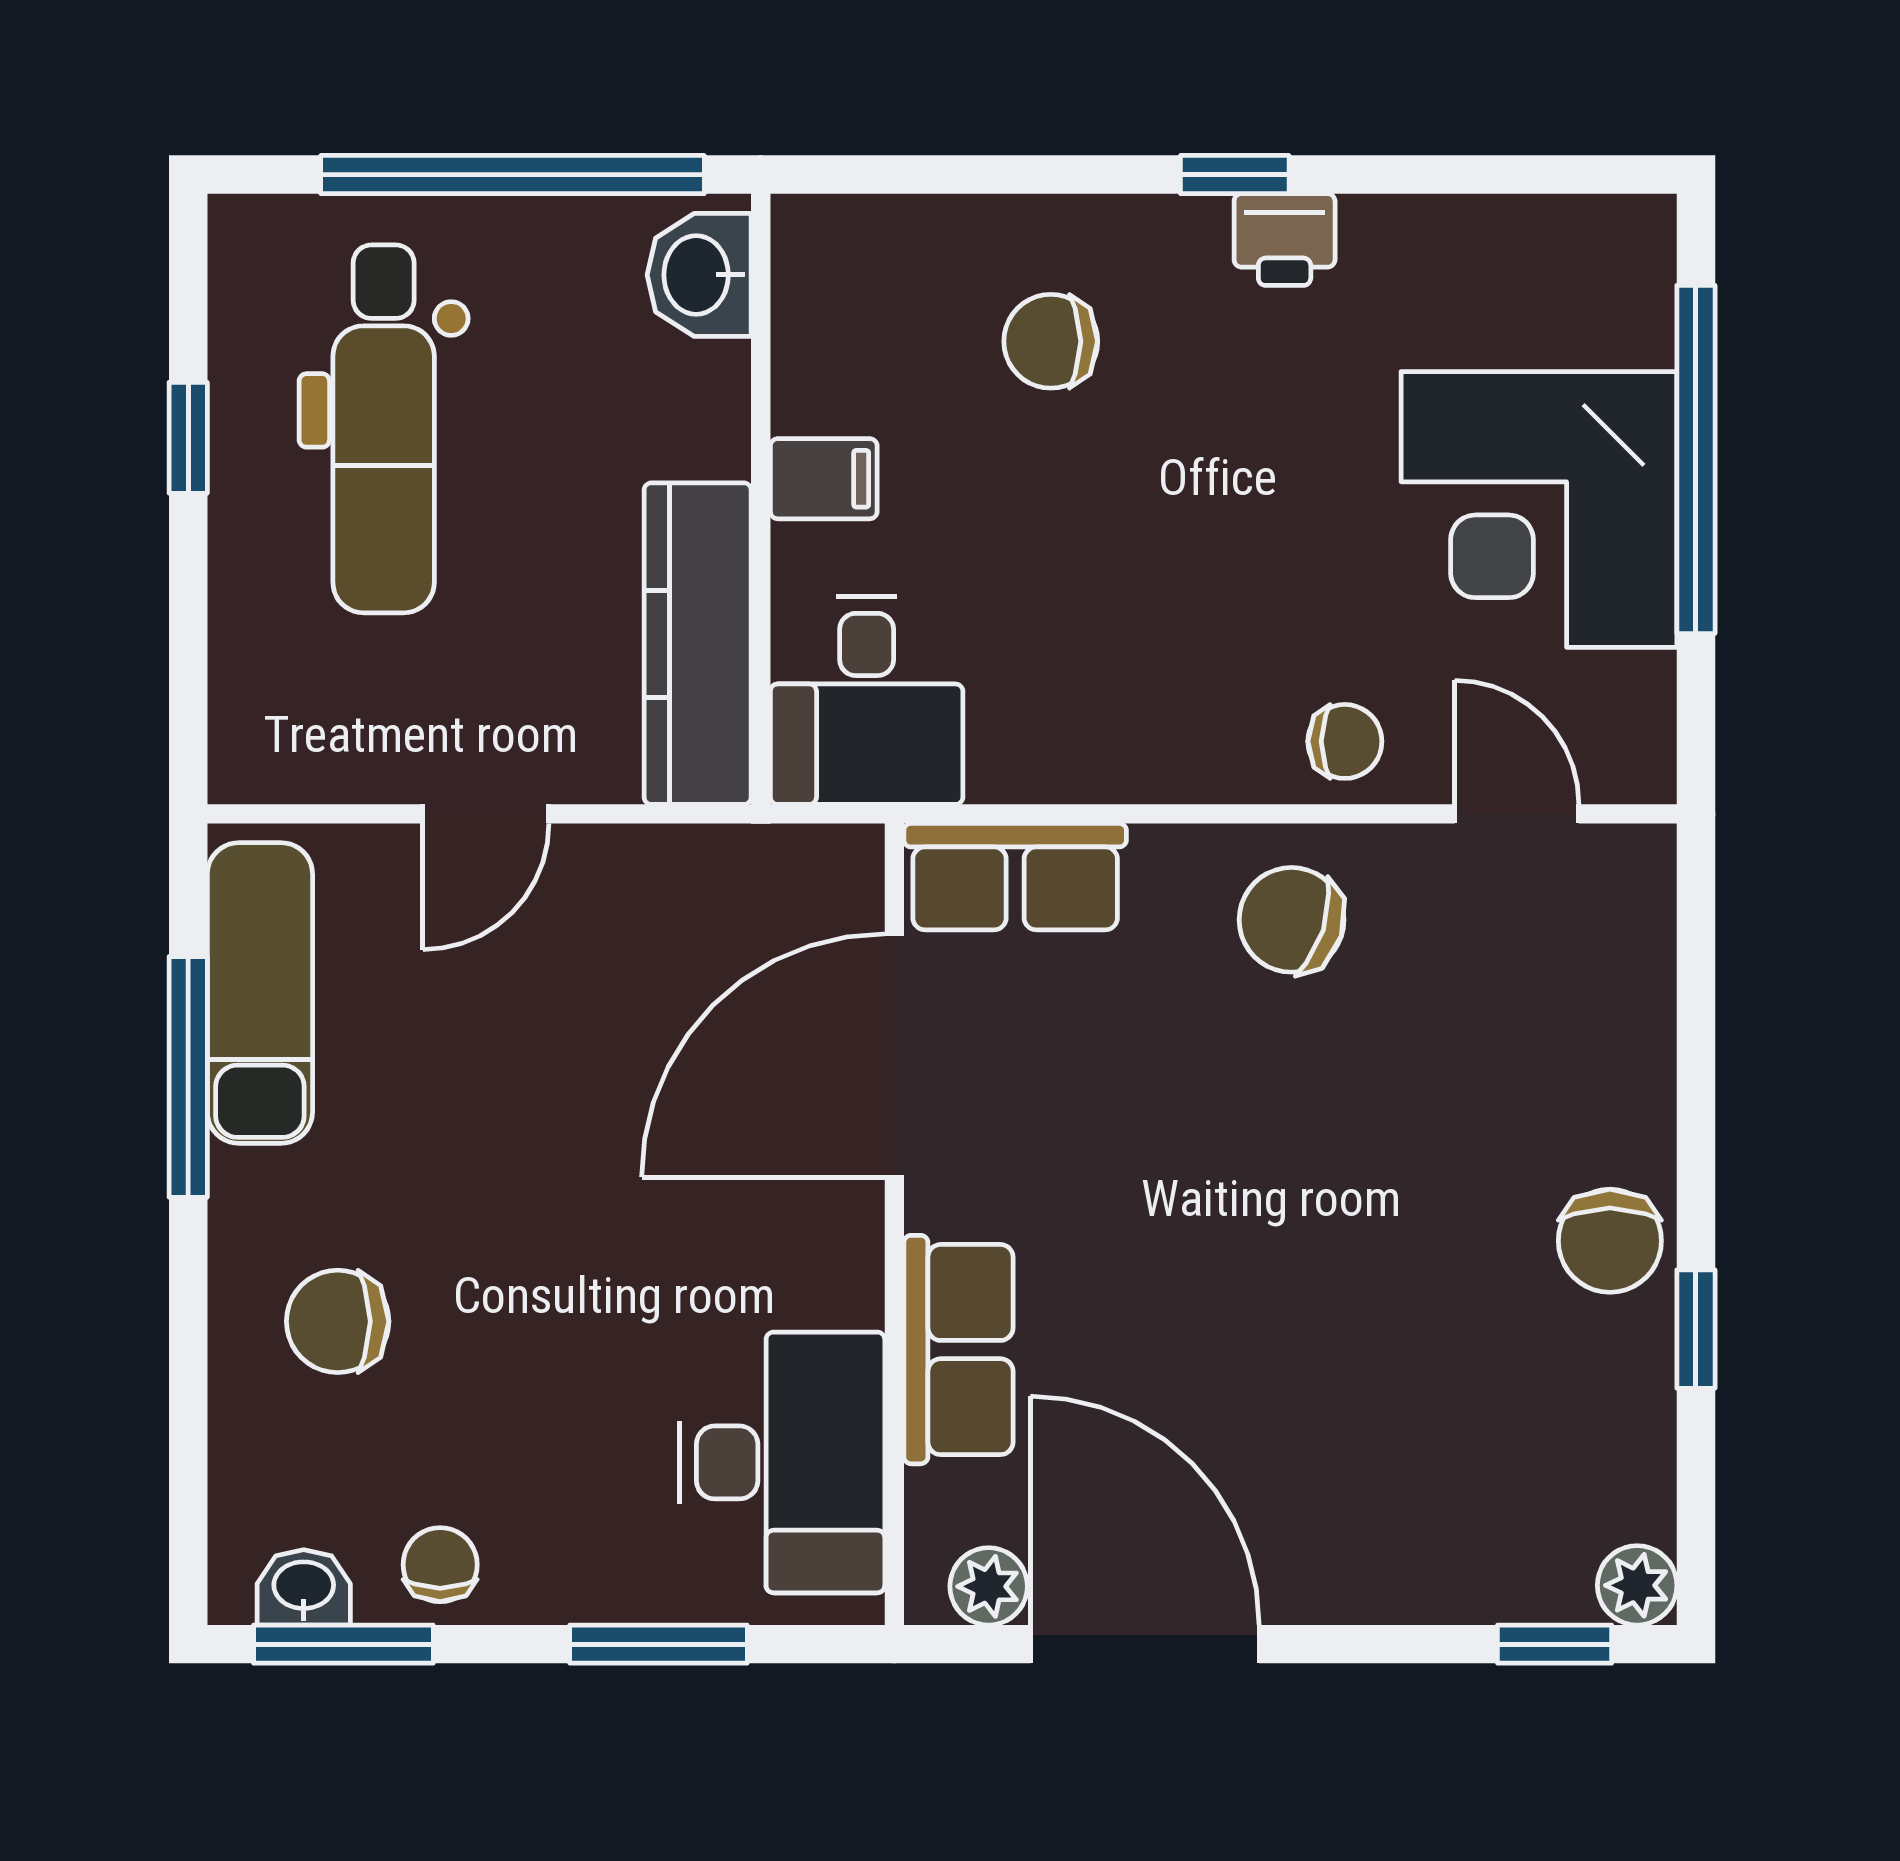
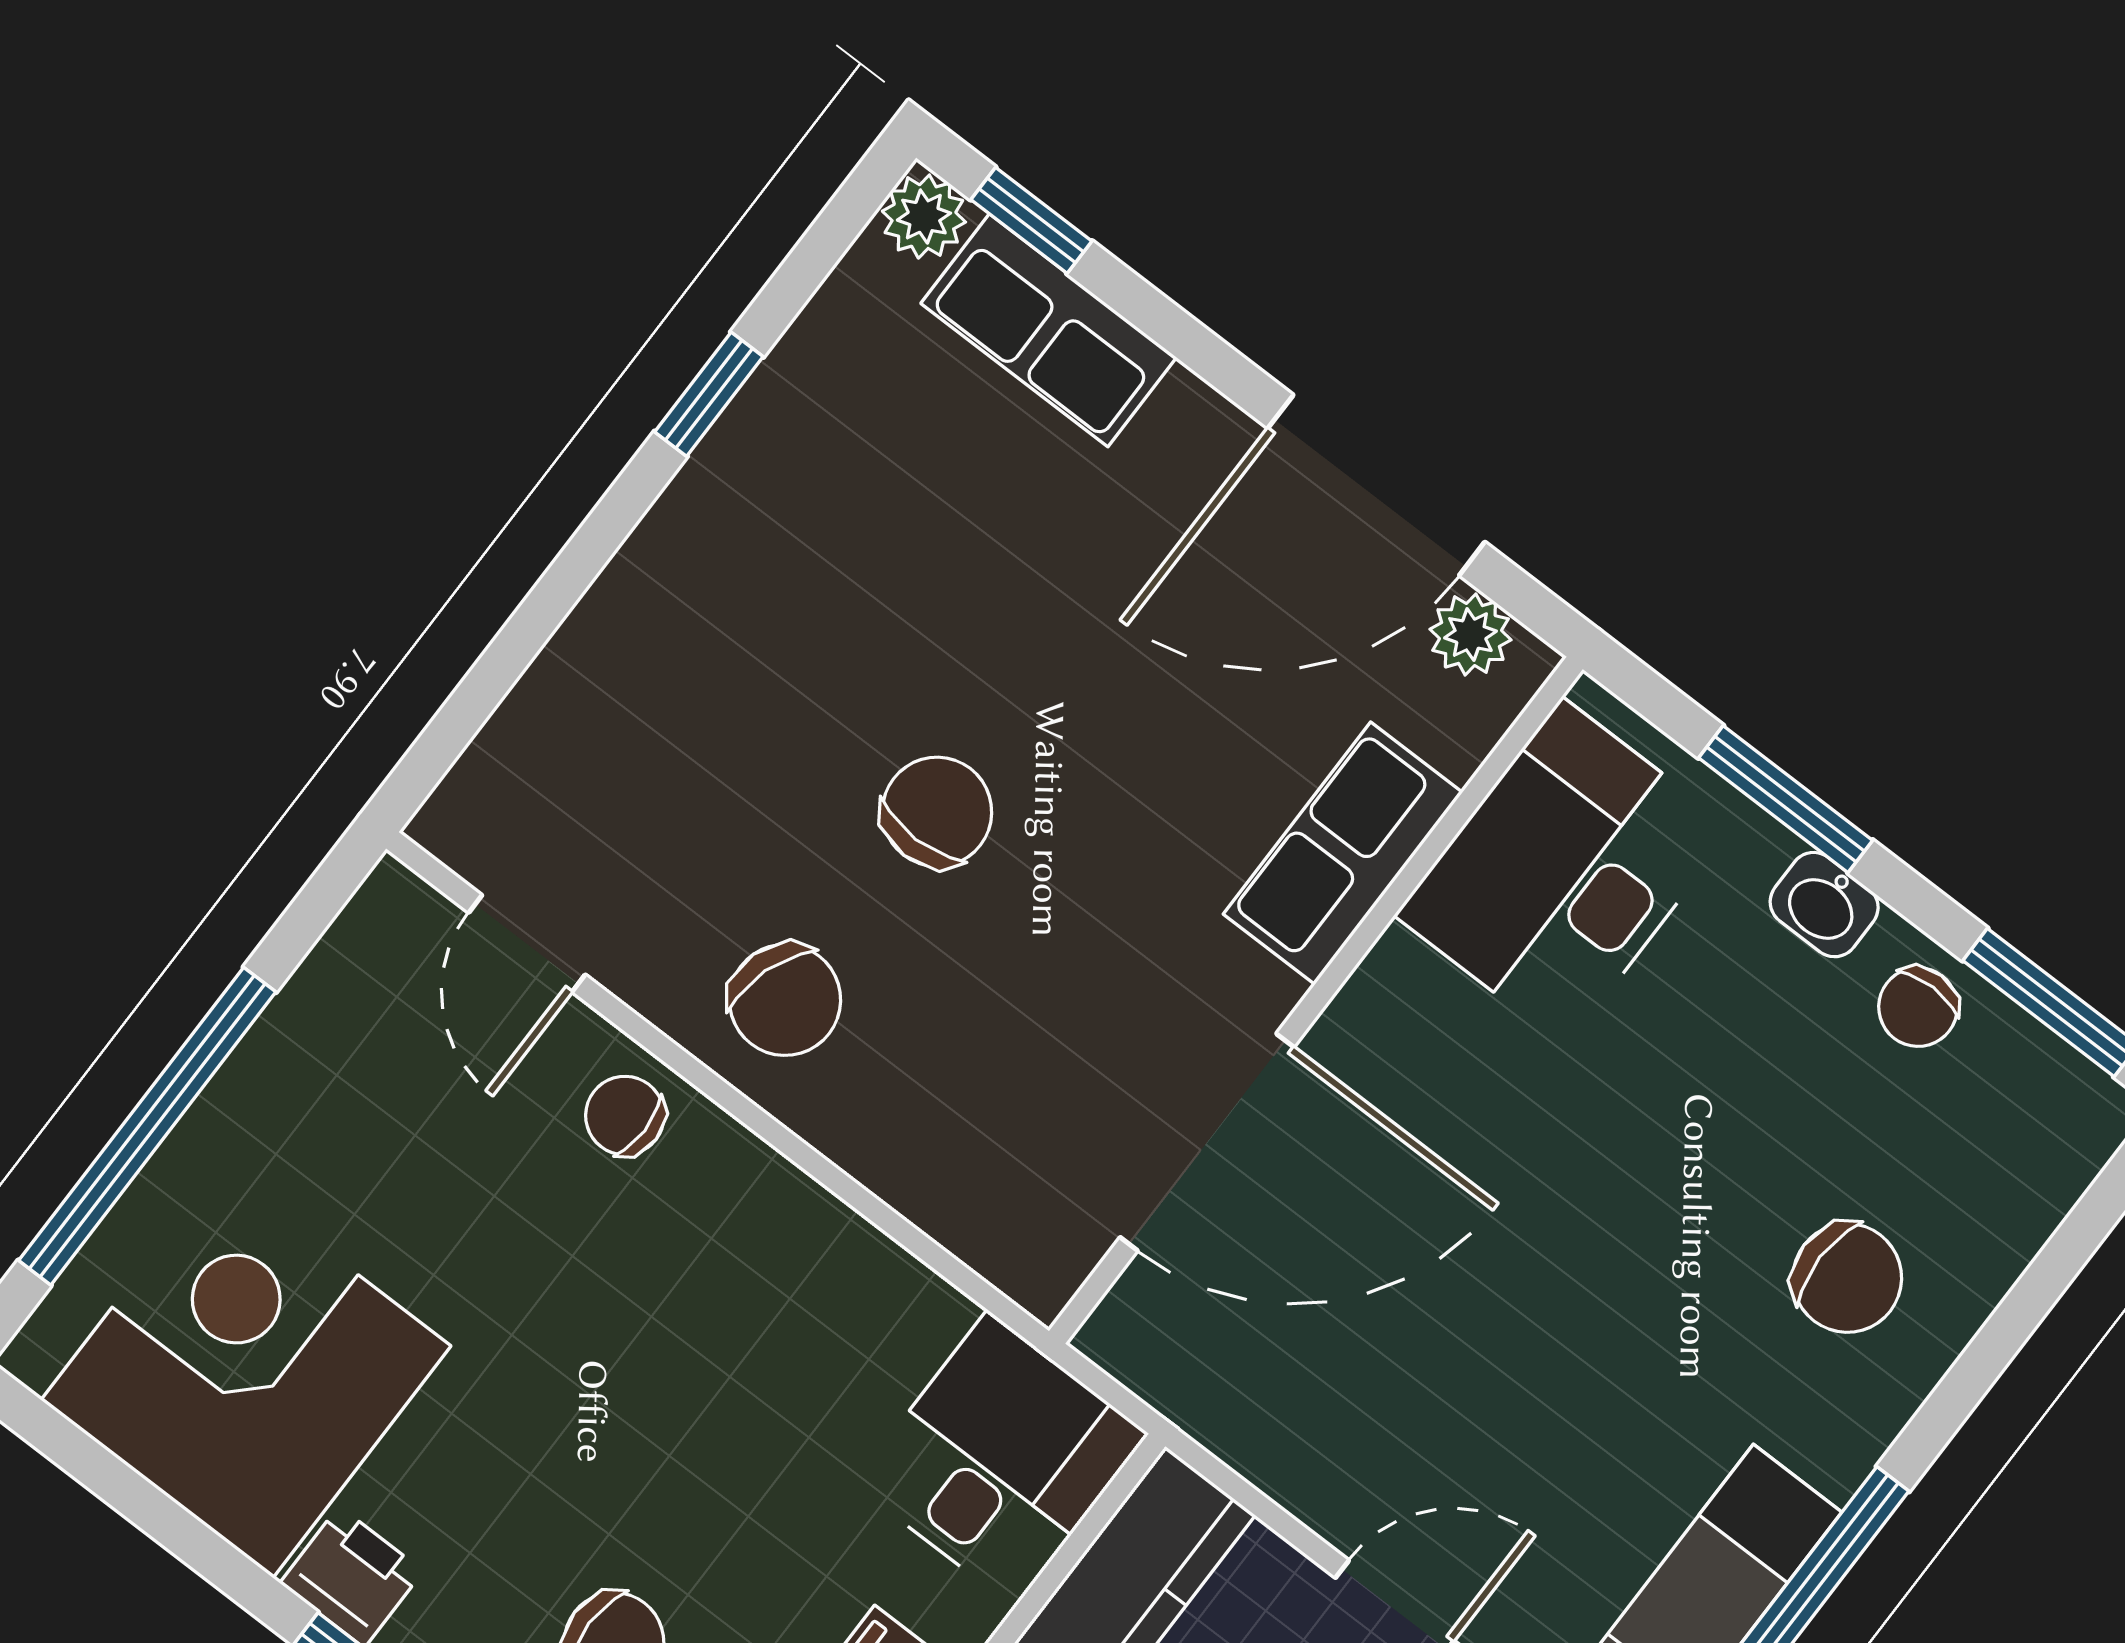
corner desk: (1539, 509) -> (246, 1373), moved, turned -90
row of seats: (1015, 877) -> (1049, 330), moved, turned 180
chair: (1610, 1241) -> (937, 812), moved
washbasin: (304, 1587) -> (1824, 905), moved
door: (1145, 1644) -> (1376, 485), hinge flipped

